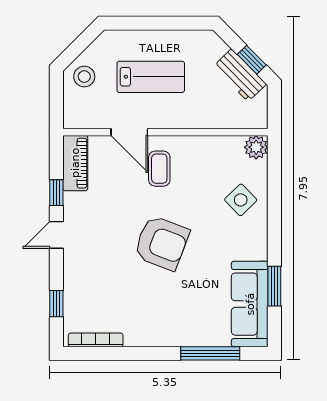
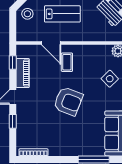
piano: (75, 163) -> (23, 73), moved
window: (56, 193) -> (13, 62), moved
window: (56, 304) -> (13, 121), moved

